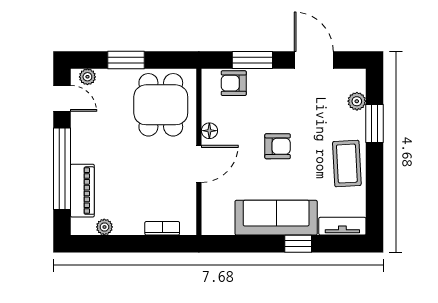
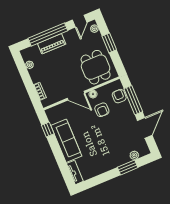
window: (252, 60) -> (133, 100), width x1.44
dining table: (161, 105) -> (96, 67), turned 90
armchair: (278, 146) -> (102, 110), moved
coffee table: (347, 164) -> (104, 163), removed
piano: (82, 191) -> (52, 44), moved
window: (298, 244) -> (48, 129), moved

